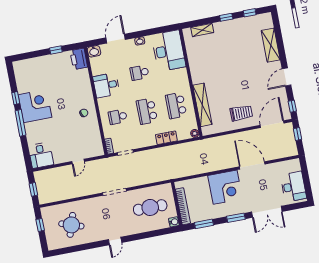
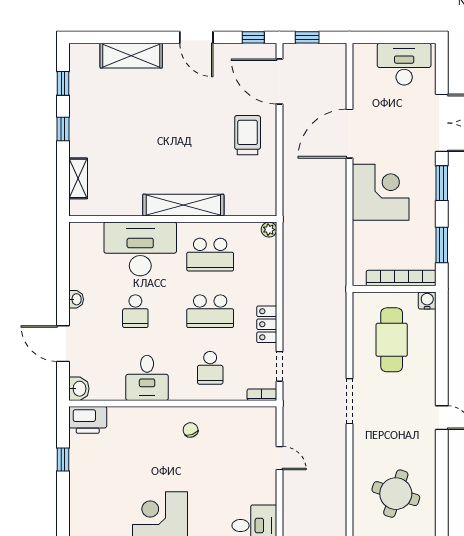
desk: (169, 51) -> (140, 249), moved
shelving: (202, 105) -> (183, 205), moved
locker: (166, 138) -> (267, 324), moved

